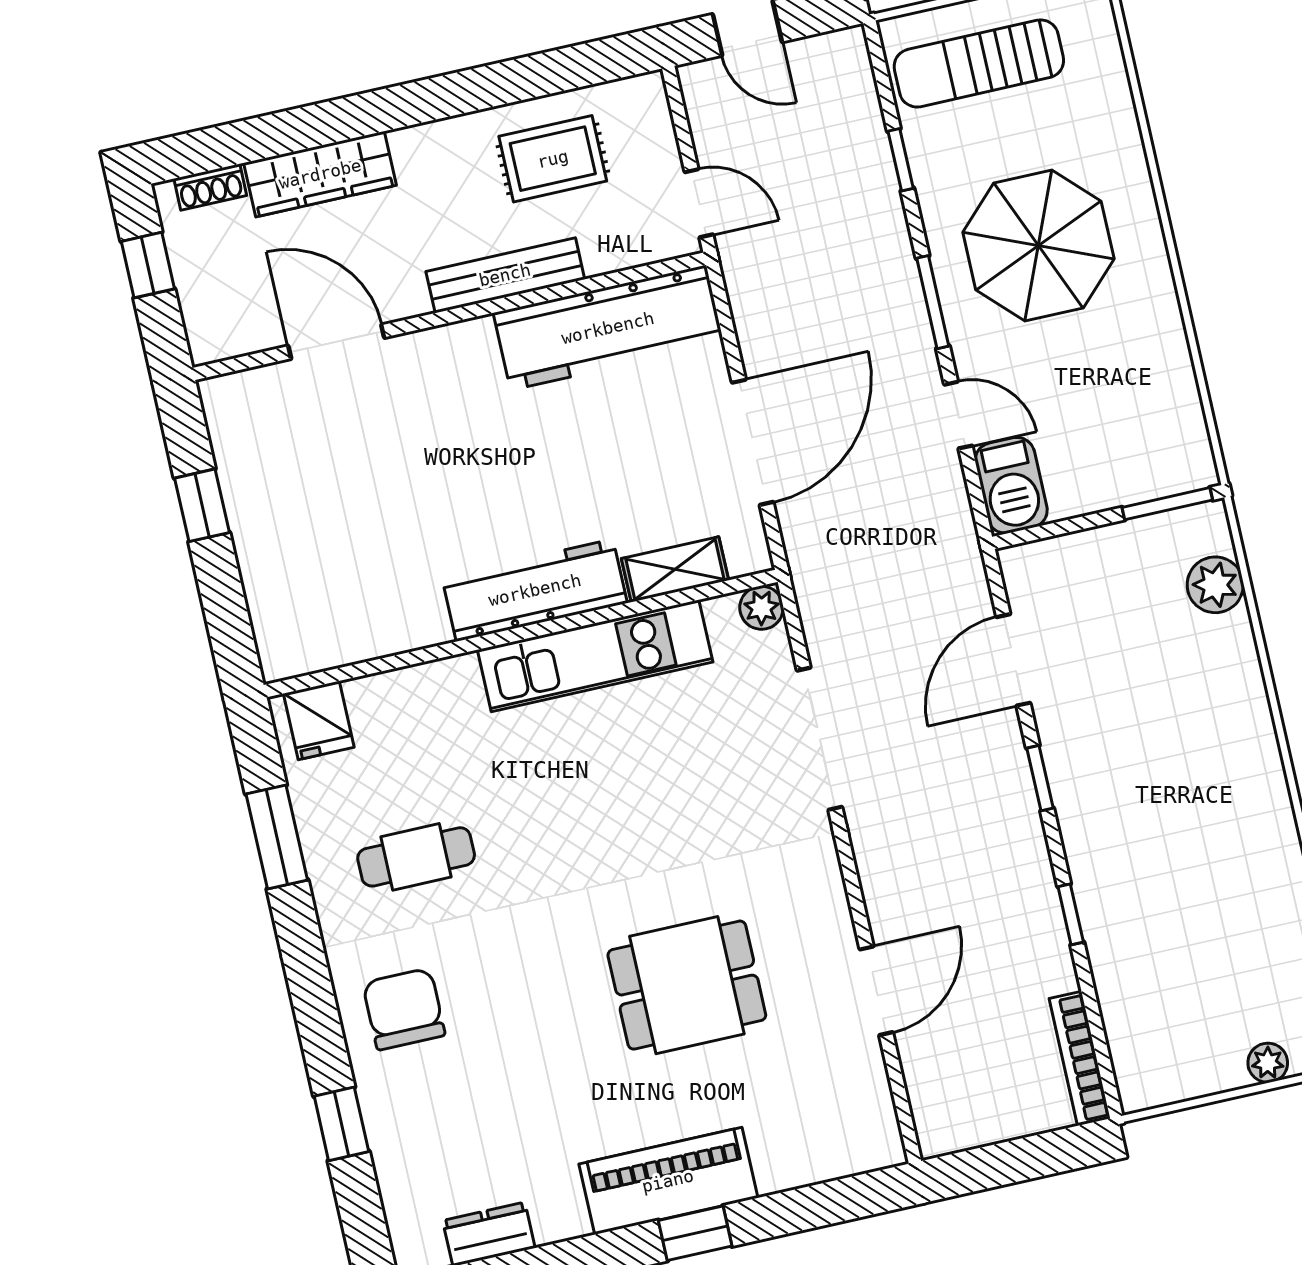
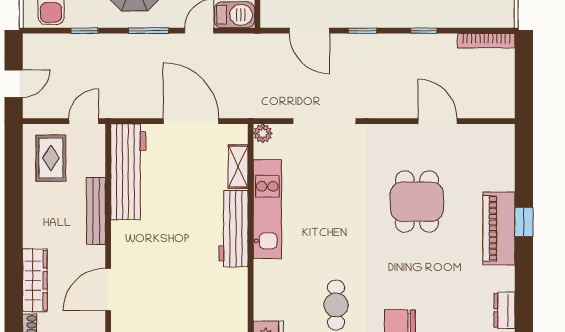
rug: (553, 159) -> (51, 158), moved

